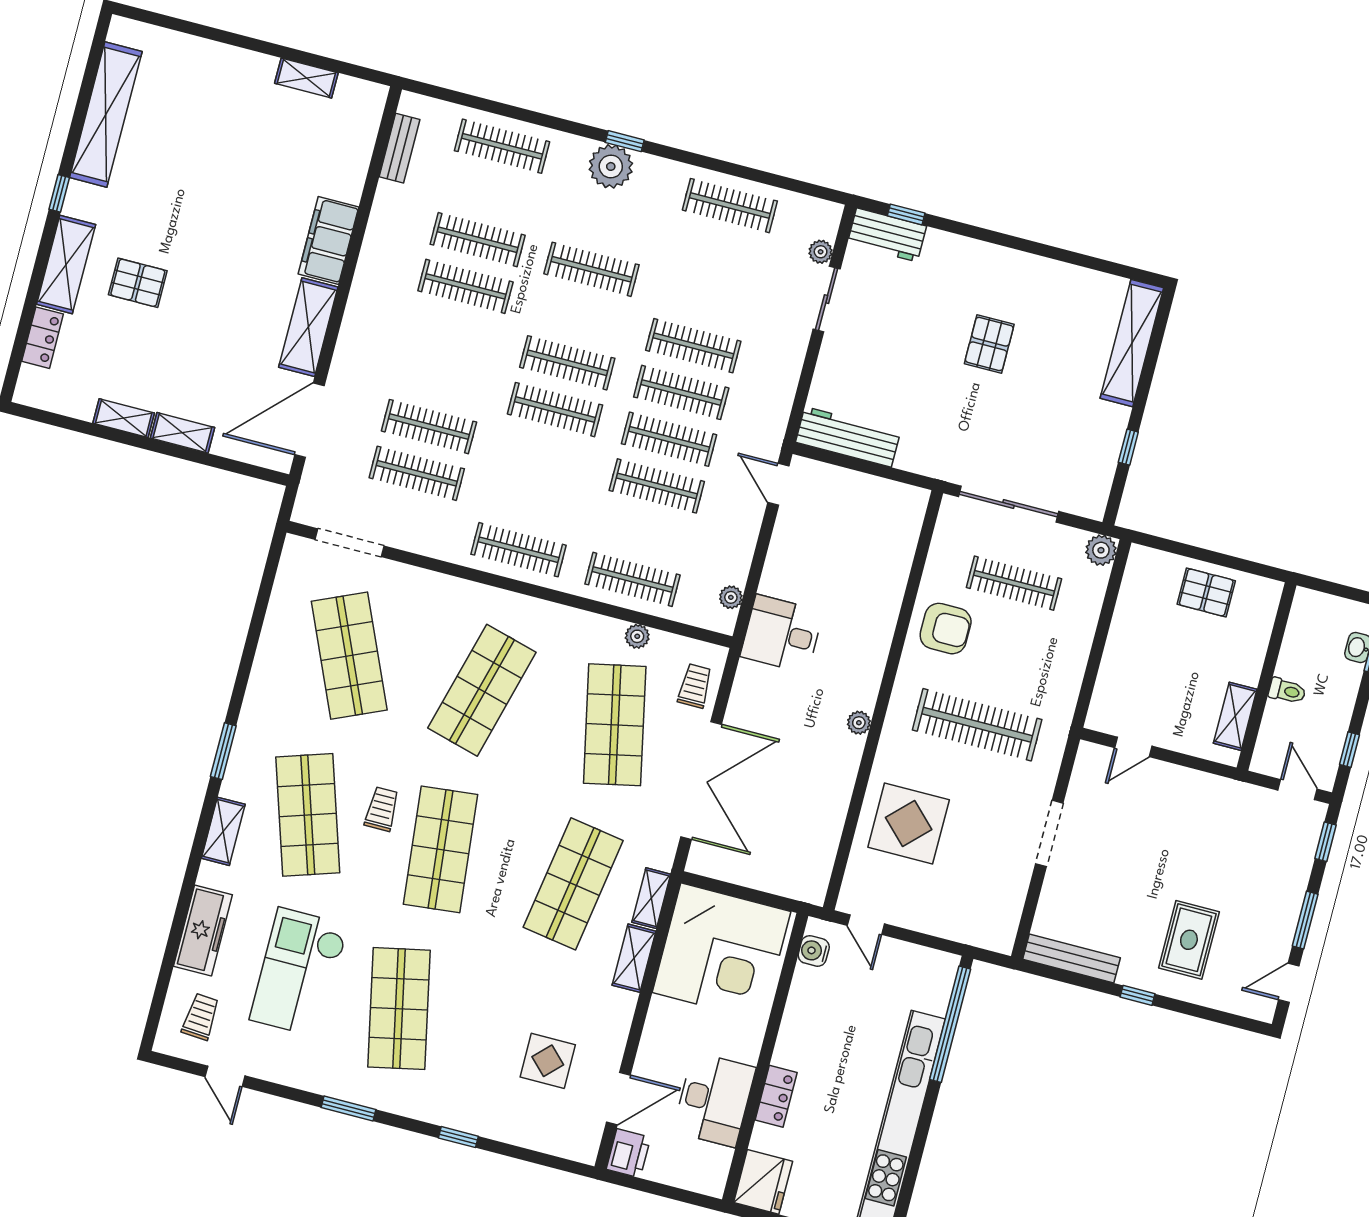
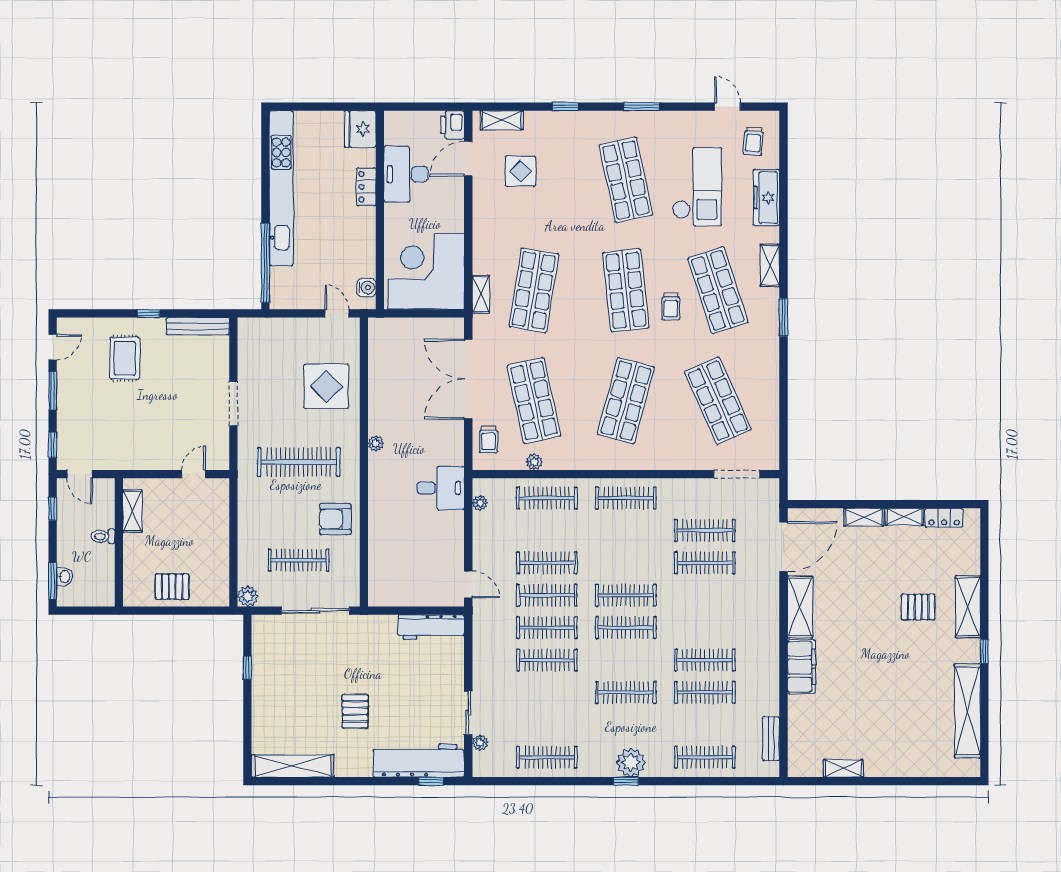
workbench: (887, 235) -> (419, 761), width x1.88, depth x1.32
locker: (43, 338) -> (944, 518), moved, turned -90
shelving: (1132, 343) -> (293, 766), moved, turned 90
shelving: (634, 958) -> (502, 120), moved, turned 90

